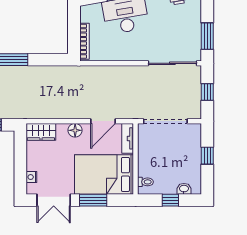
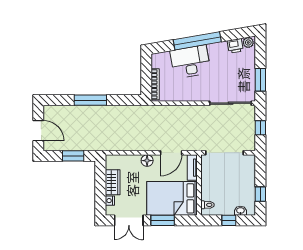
wardrobe: (41, 132) -> (113, 182), moved, turned -90
window: (207, 156) -> (260, 194), moved

